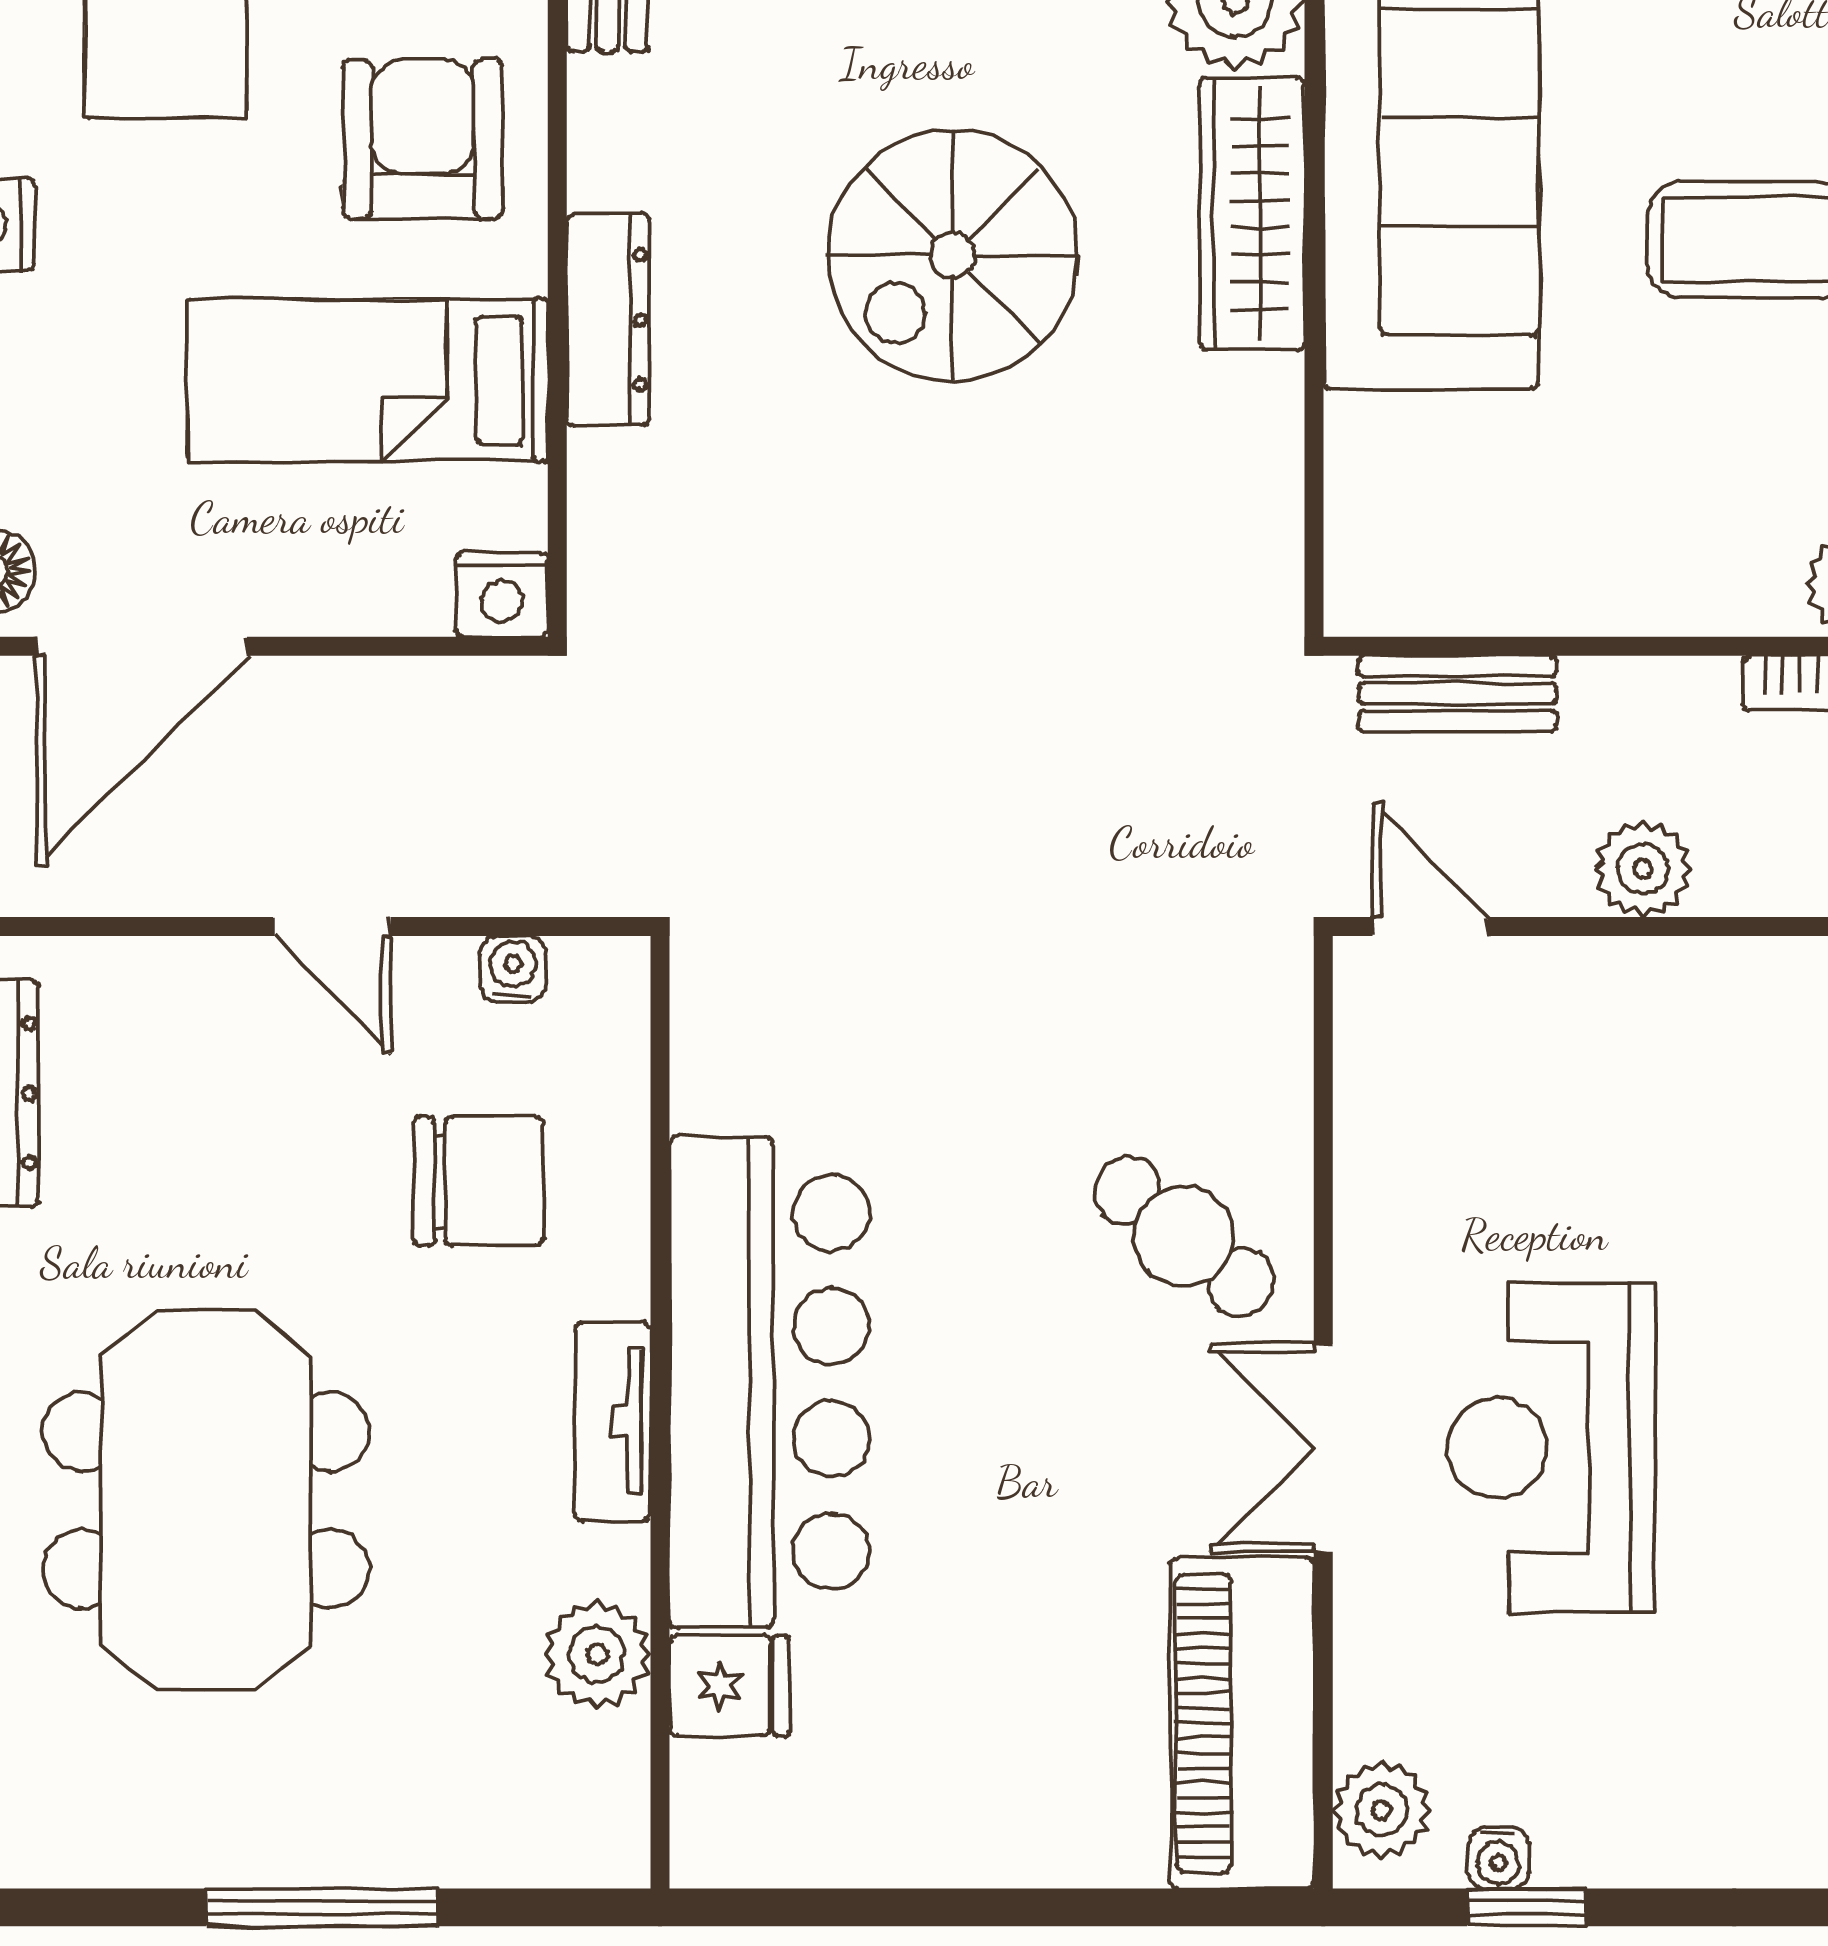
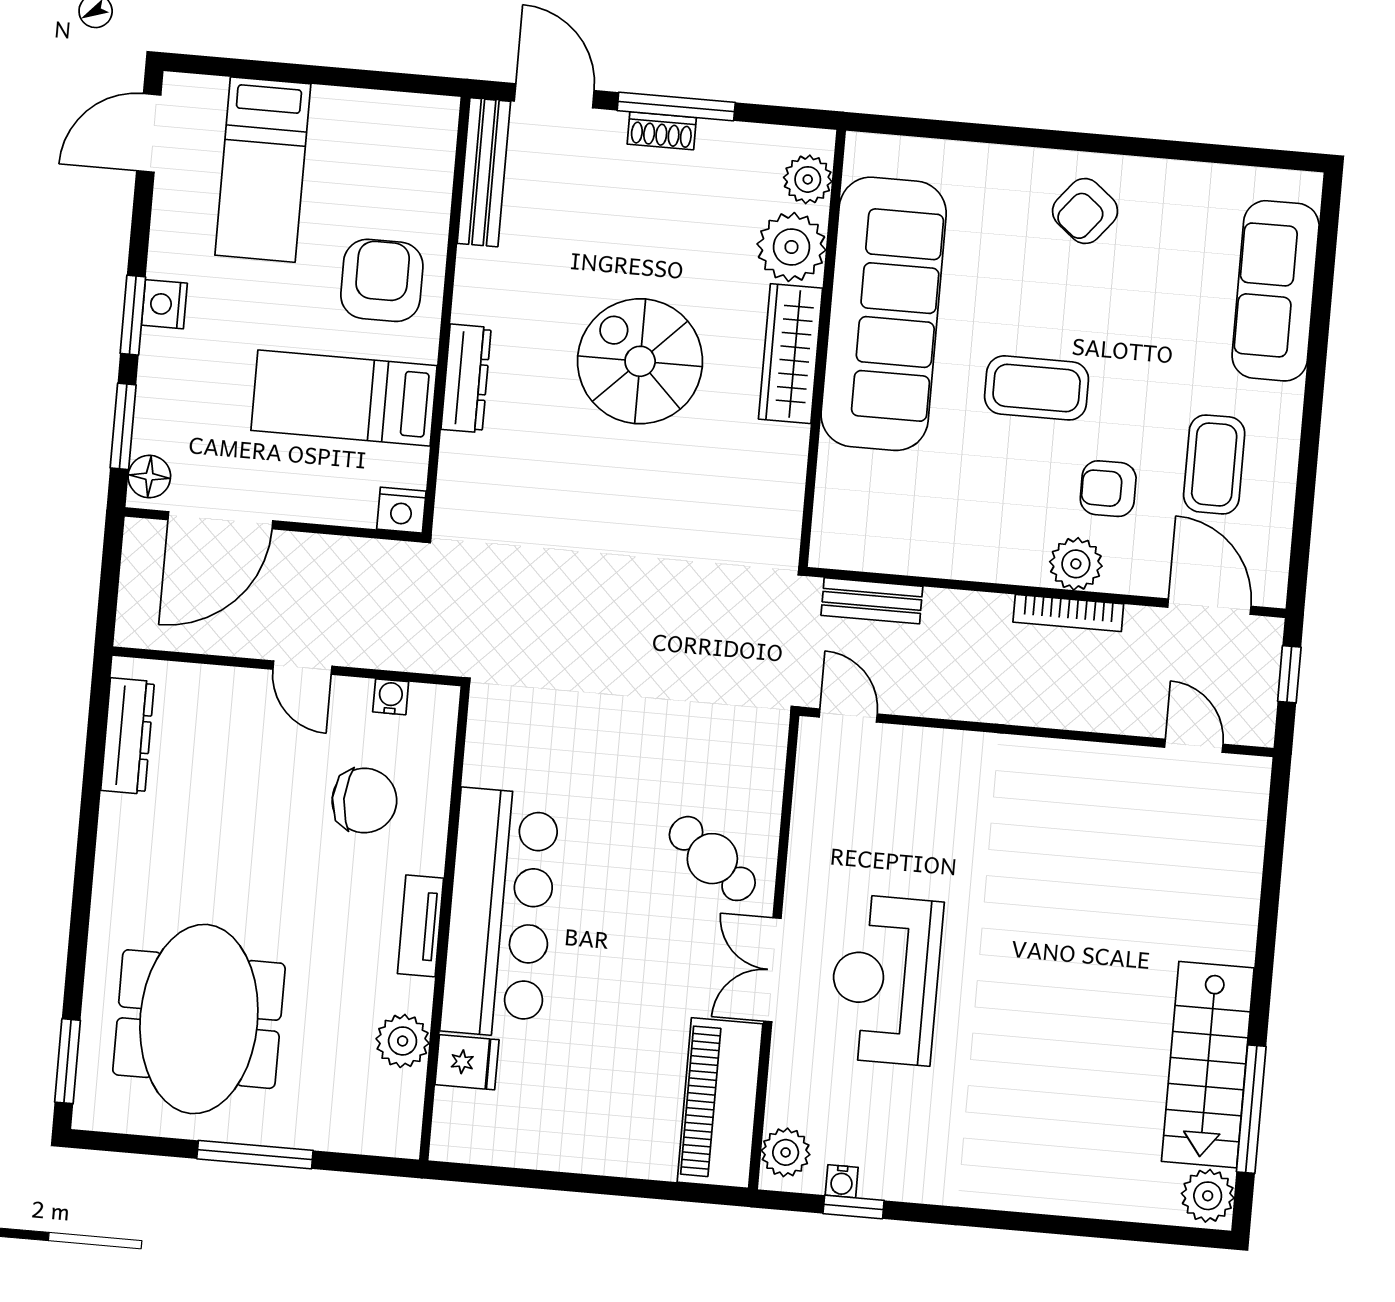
spiral stairs: (953, 255) -> (640, 361), turned 90
plant: (1642, 869) -> (956, 696), removed
meeting table: (206, 1500) -> (199, 1019), moved

